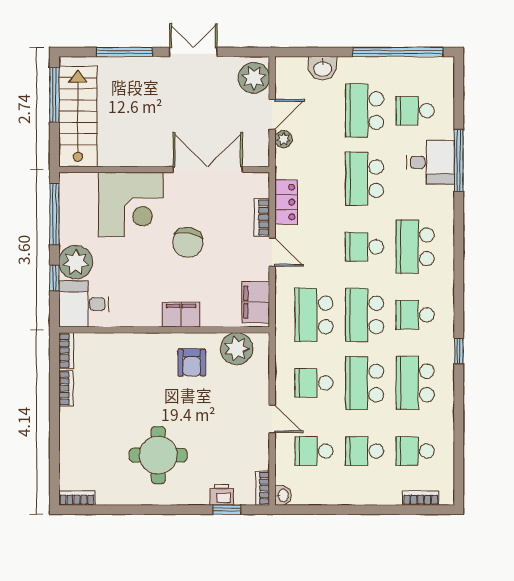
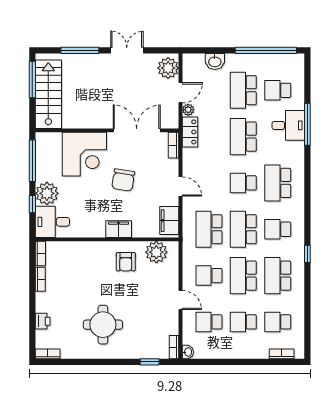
locker: (286, 202) -> (190, 132), moved
bookcase: (262, 217) -> (174, 145), moved
printer: (222, 495) -> (43, 321), moved, turned 90

